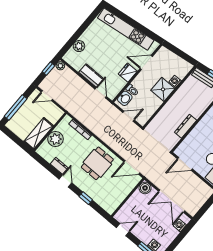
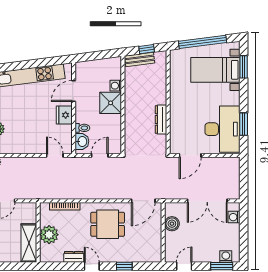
kitchen counter: (91, 76) -> (32, 147), removed
dining table: (97, 163) -> (108, 224), turned 90
boiler: (145, 188) -> (172, 224), moved

